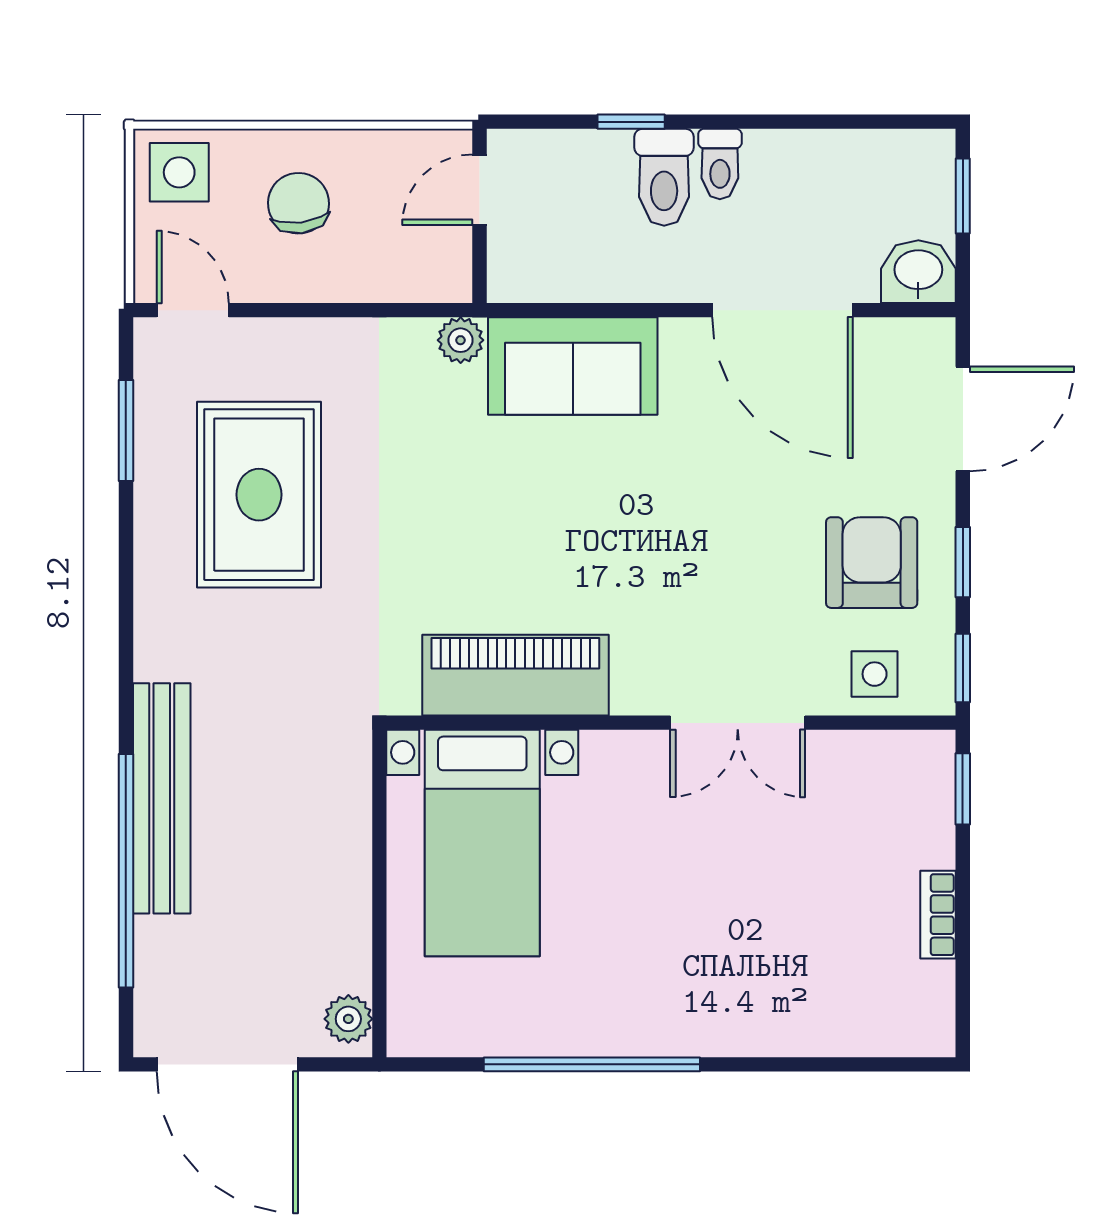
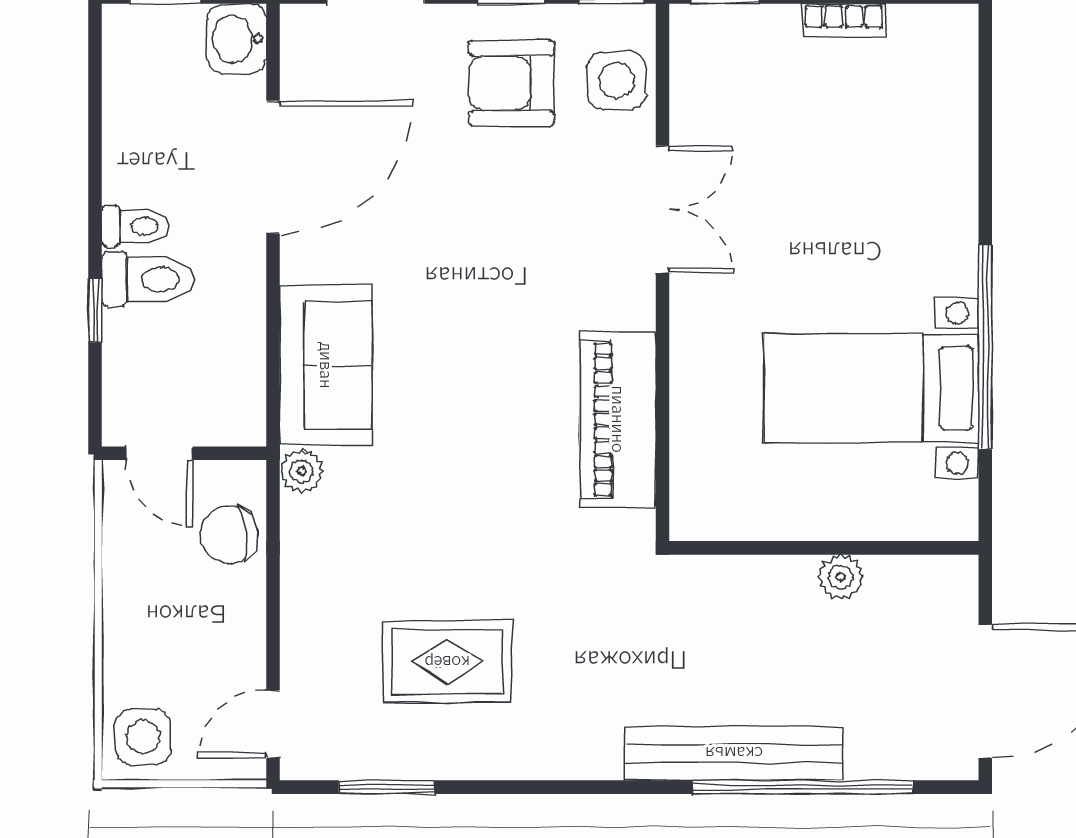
chair: (298, 203) -> (229, 535), moved
rug: (259, 495) -> (447, 662), width x0.73, depth x0.70
side table: (875, 674) -> (617, 80), width x1.37, depth x1.37
bed with nightstands: (482, 843) -> (872, 388), moved, turned 180
plant: (348, 1019) -> (841, 577), moved

